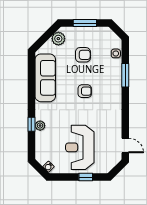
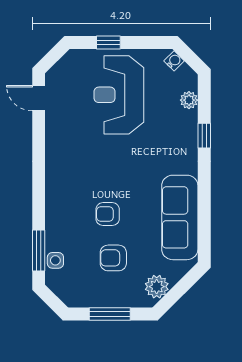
window: (125, 75) -> (39, 251), moved
armchair: (85, 91) -> (108, 214), moved
plant: (40, 126) -> (189, 100), moved
reception desk: (80, 147) -> (119, 95), turned 180

